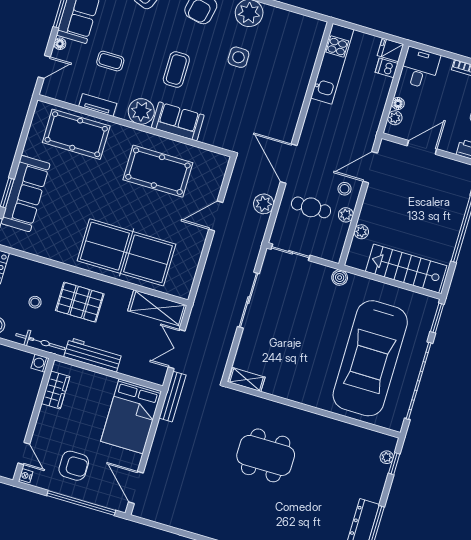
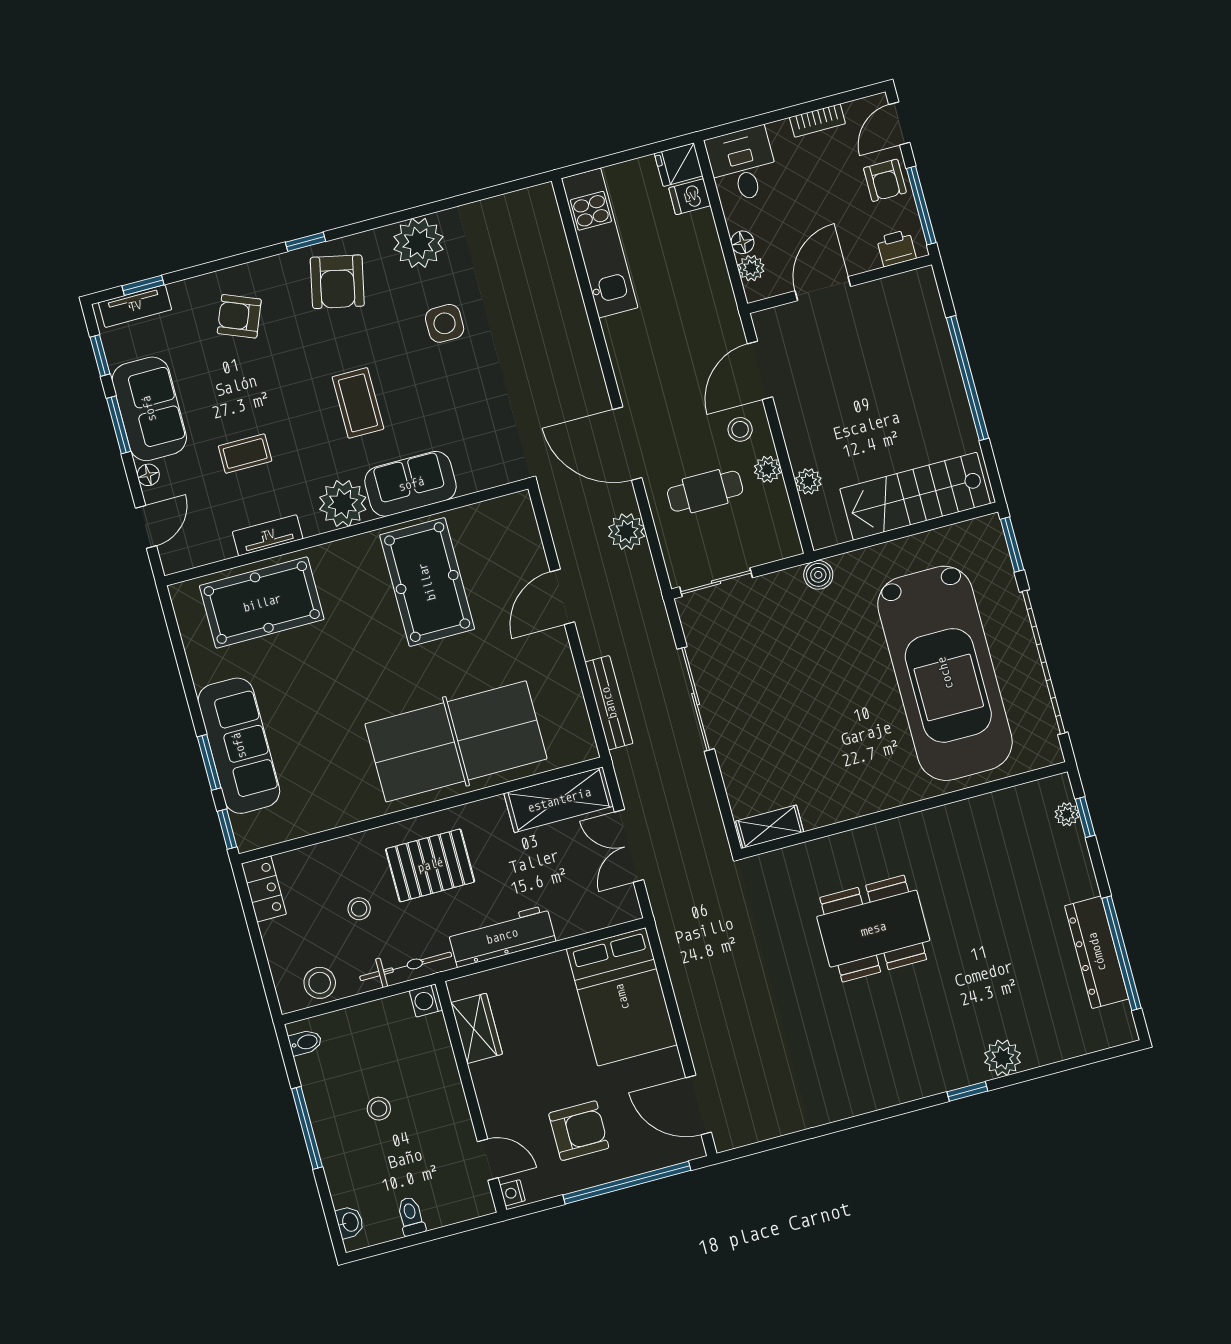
pool table: (158, 171) -> (427, 582), turned 90
bench: (173, 397) -> (609, 703), moved

